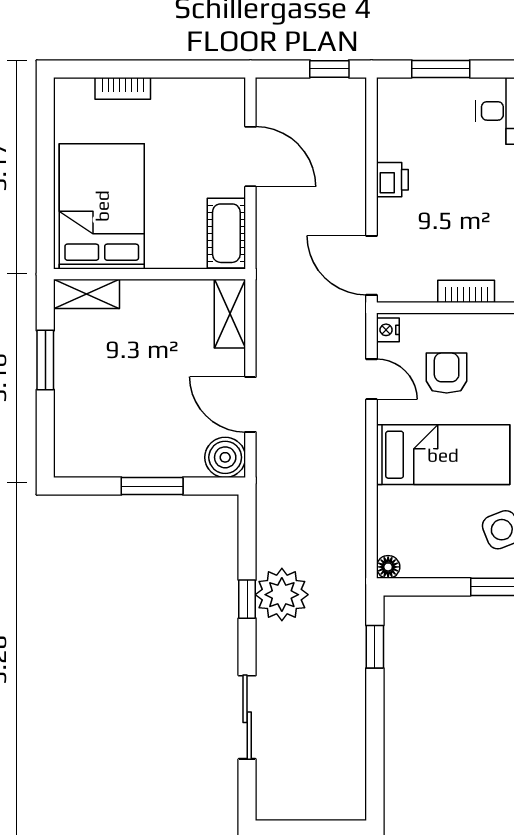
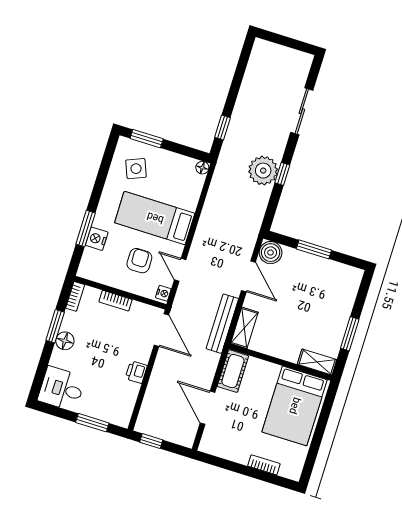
bench: (270, 309) -> (222, 324), added
armchair: (447, 373) -> (139, 261), turned 180

